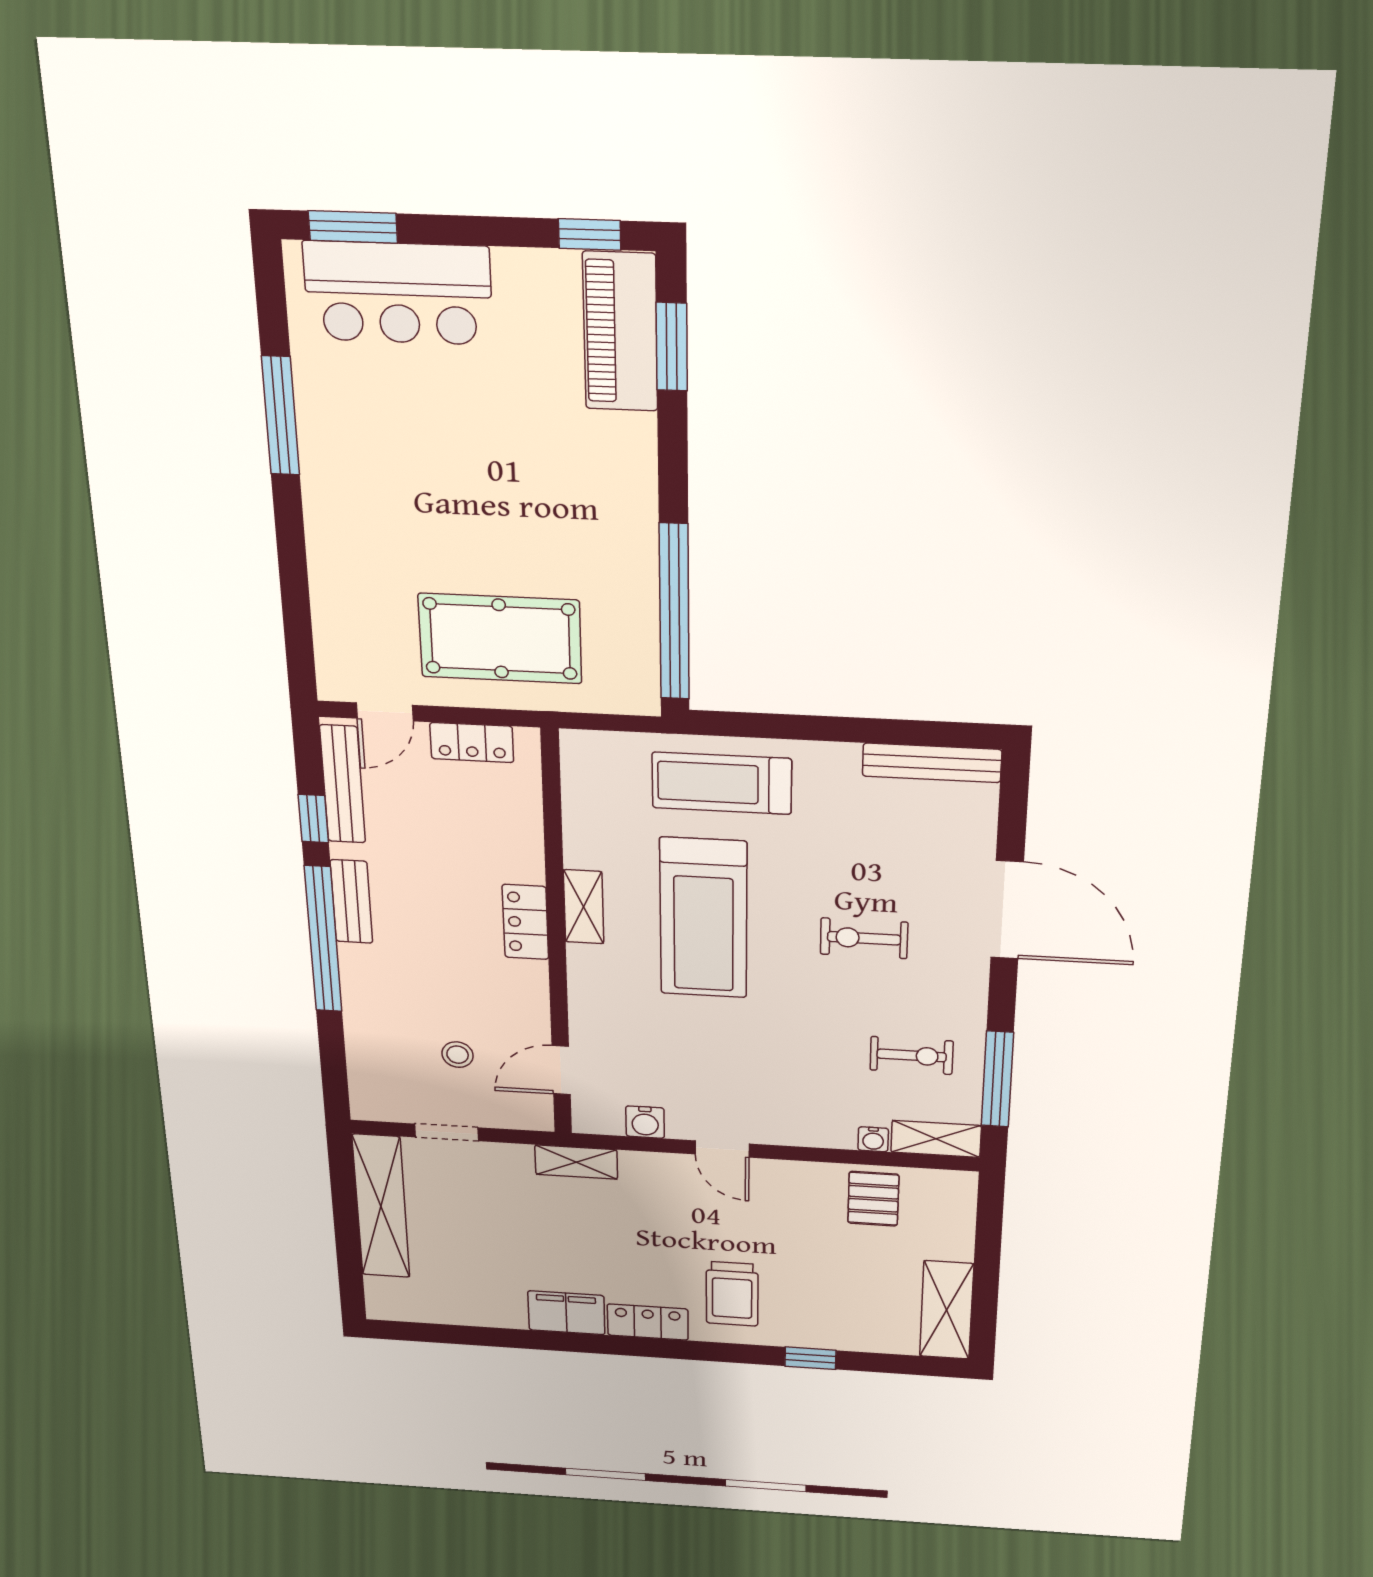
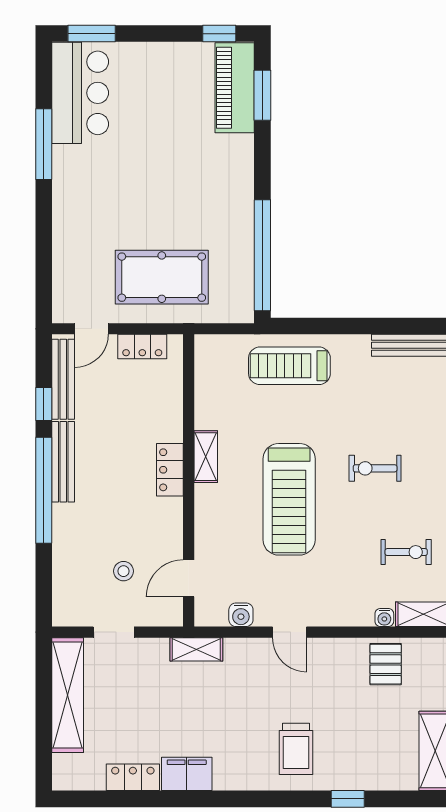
bar counter: (398, 293) -> (80, 93), moved, turned -90
bench: (351, 902) -> (63, 462), width x1.36
treadmill: (703, 918) -> (289, 499), moved
locker: (648, 1322) -> (133, 777), moved

